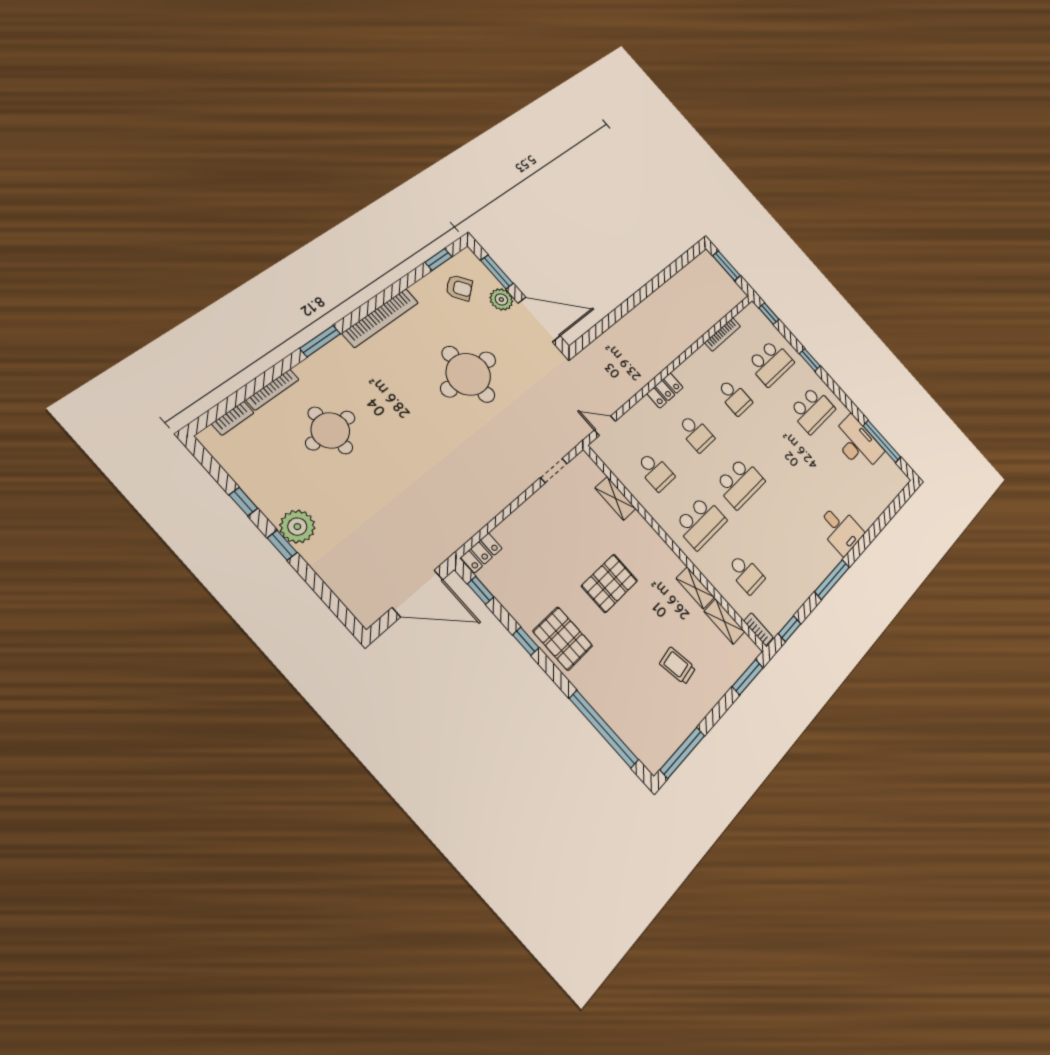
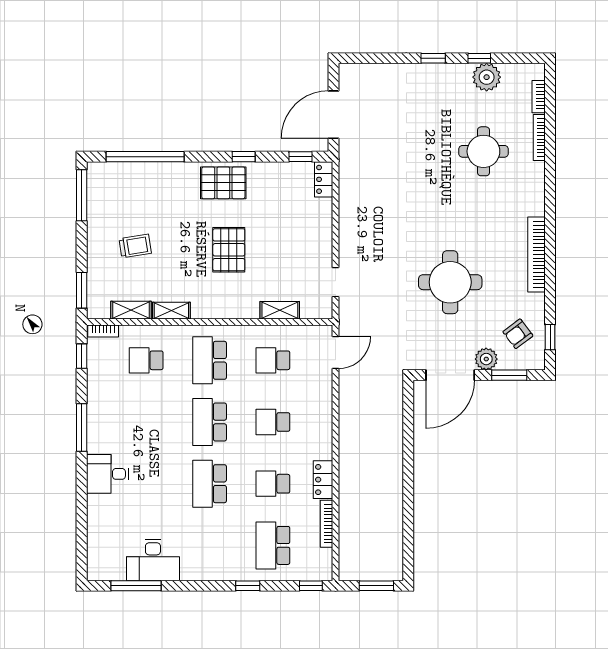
window: (320, 341) -> (550, 197), removed
locker: (665, 390) -> (323, 480), moved
school desk: (812, 410) -> (210, 484), moved
door: (605, 426) -> (335, 352), width x1.38
plant: (297, 527) -> (487, 77), moved

